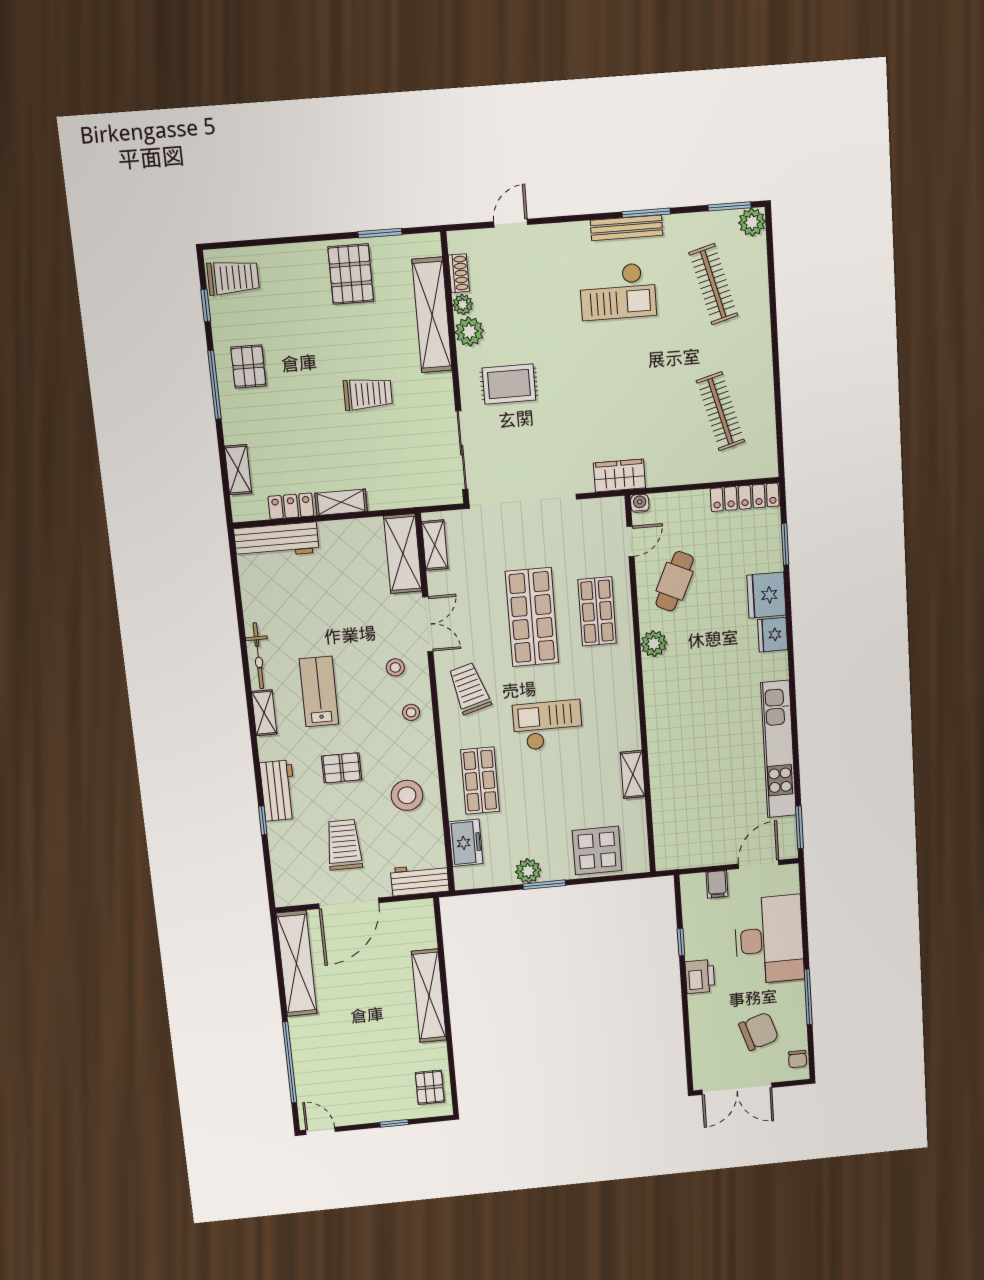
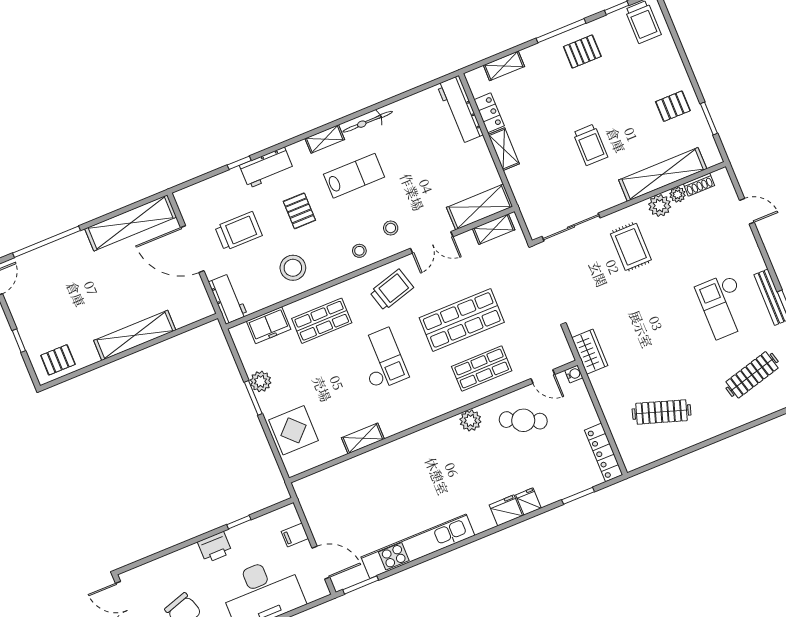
pallet: (351, 274) -> (673, 106), width x0.67, depth x0.71
clothes rail: (720, 411) -> (662, 412), turned 33
fridge: (766, 595) -> (529, 502), width x0.53, depth x0.75

